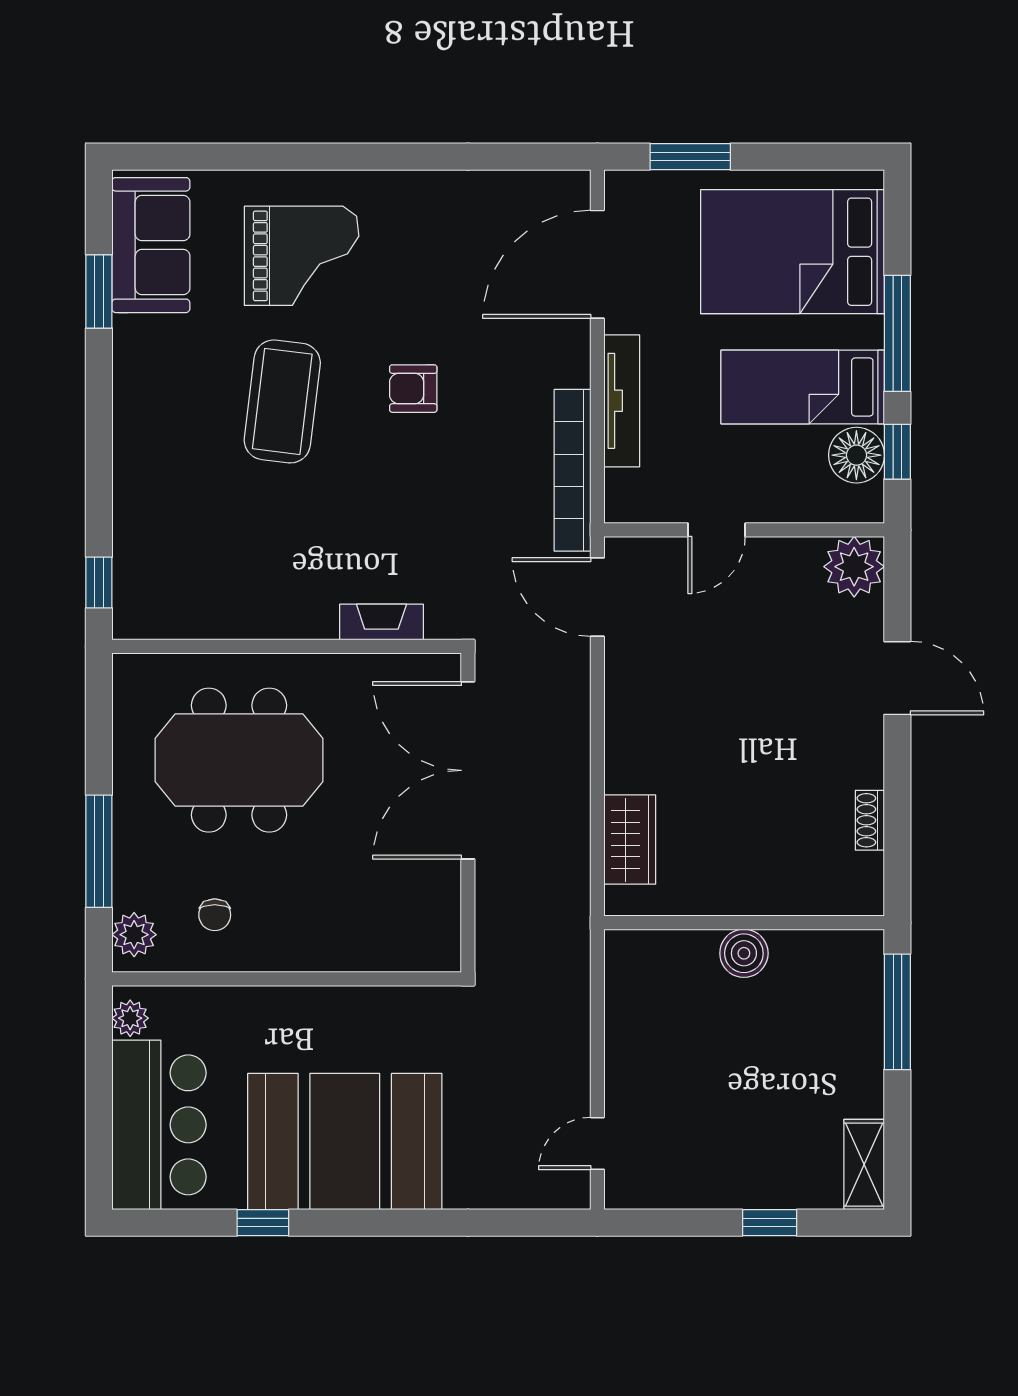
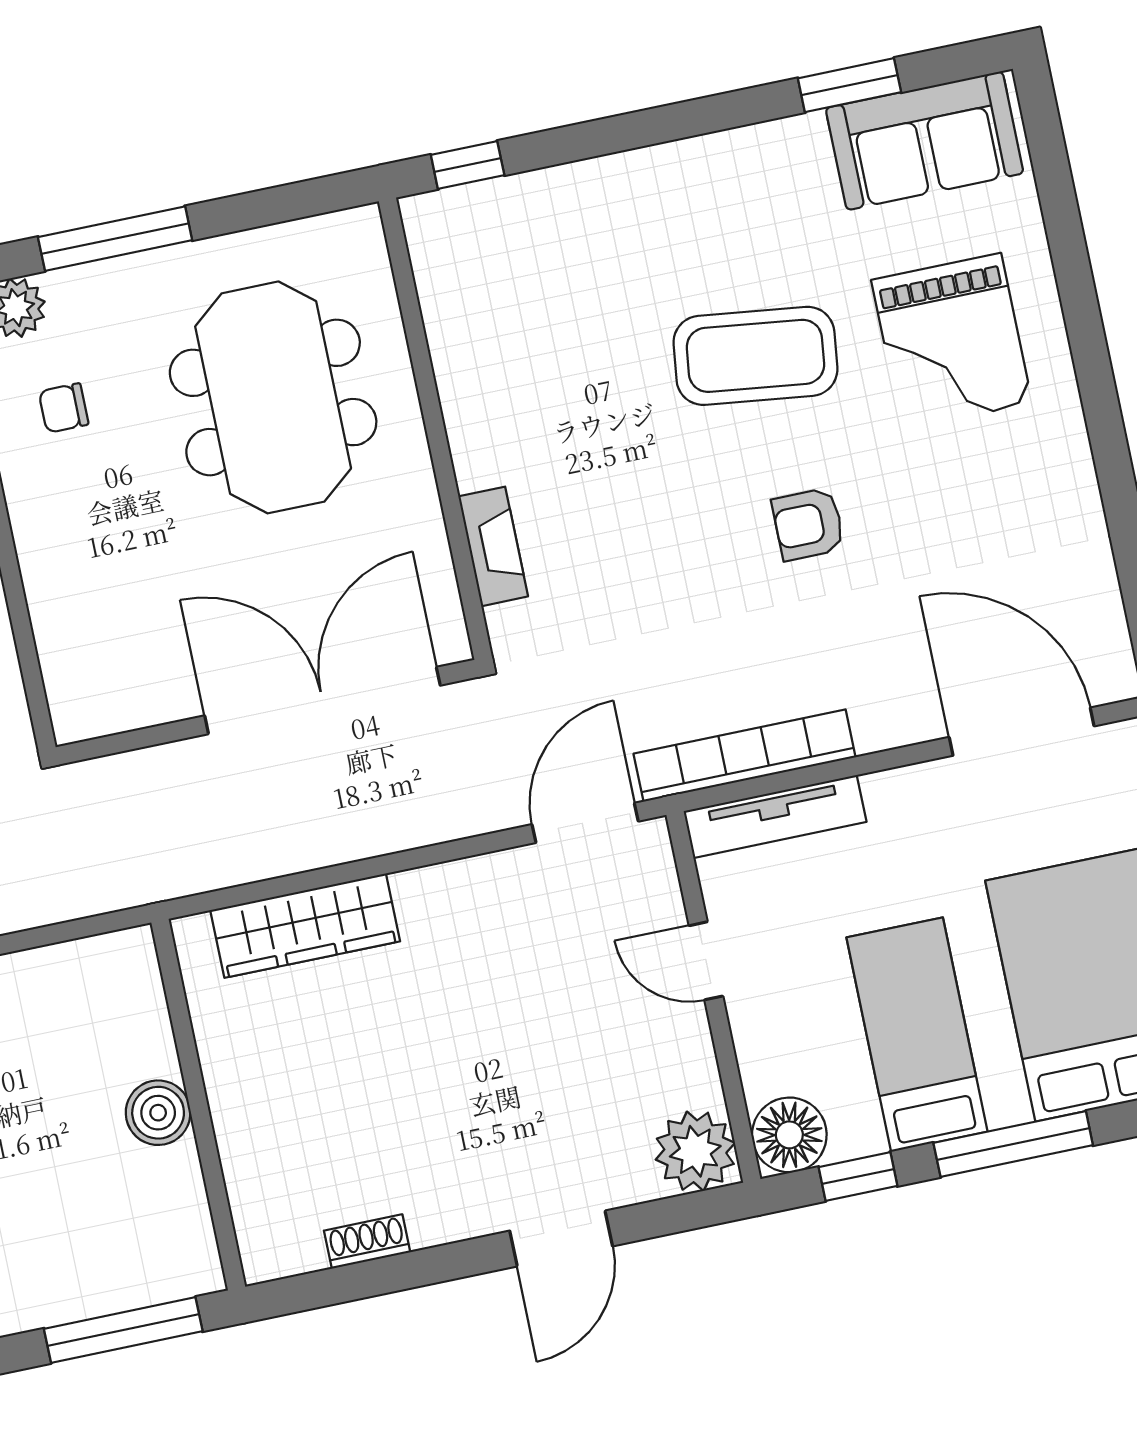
armchair: (413, 389) -> (808, 524), turned -90
tv unit: (622, 401) -> (775, 817), moved
floor lamp: (856, 455) -> (789, 1135), moved
wardrobe: (630, 840) -> (305, 926), width x1.50

